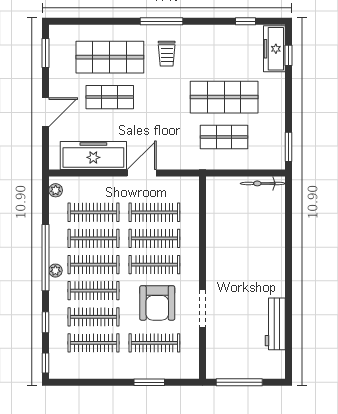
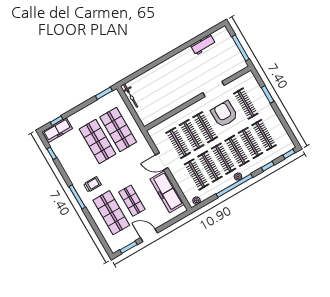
door: (45, 112) -> (149, 235), moved
shop shelf: (224, 137) -> (118, 130), width x1.43, depth x1.36
armchair: (157, 303) -> (224, 114), turned -90
workbench: (275, 324) -> (203, 45), width x0.73

